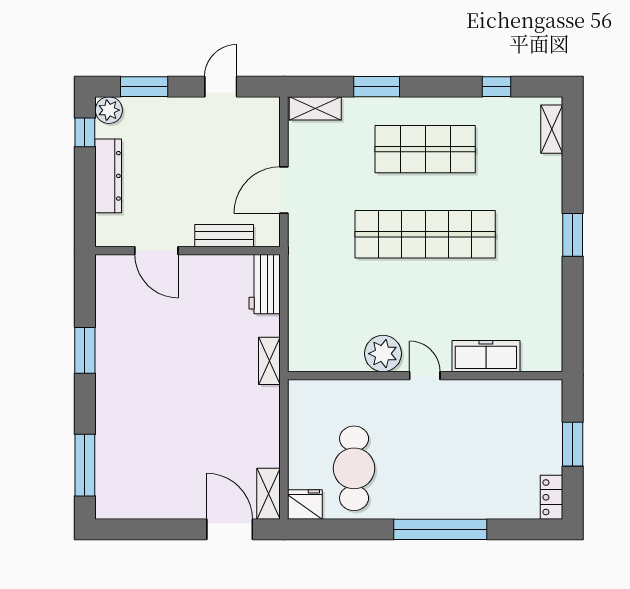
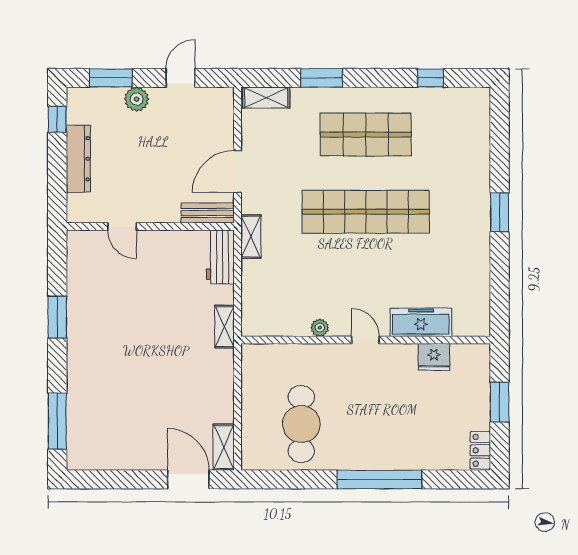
plant: (109, 110) -> (137, 99), moved
shelving: (552, 129) -> (251, 237), moved
bench: (224, 236) -> (208, 213), moved
door: (156, 251) -> (122, 226), width x0.73
plant: (383, 354) -> (320, 328), width x0.53, depth x0.53
fridge: (305, 505) -> (434, 357), moved, turned 180

